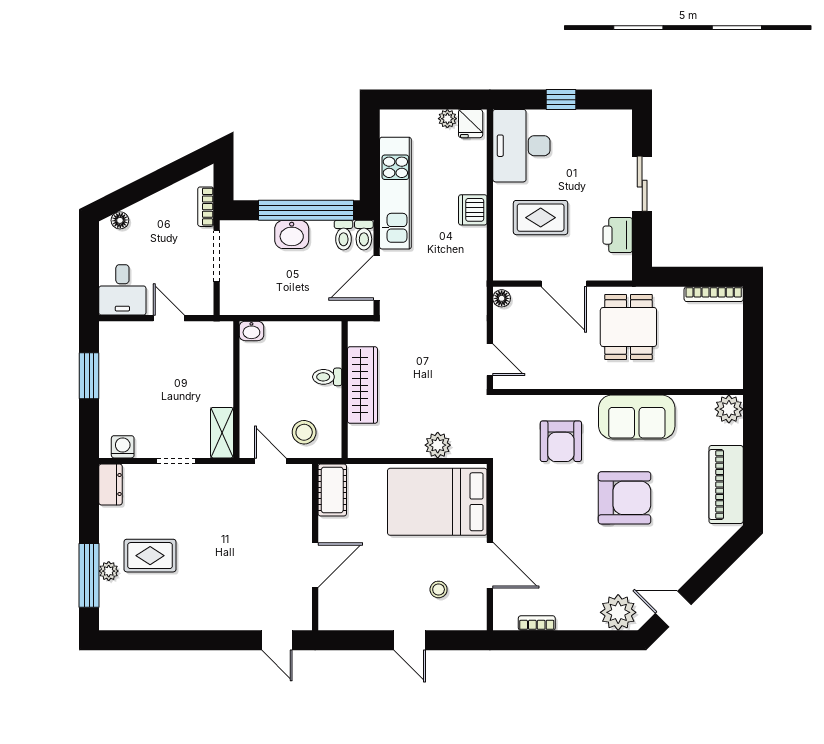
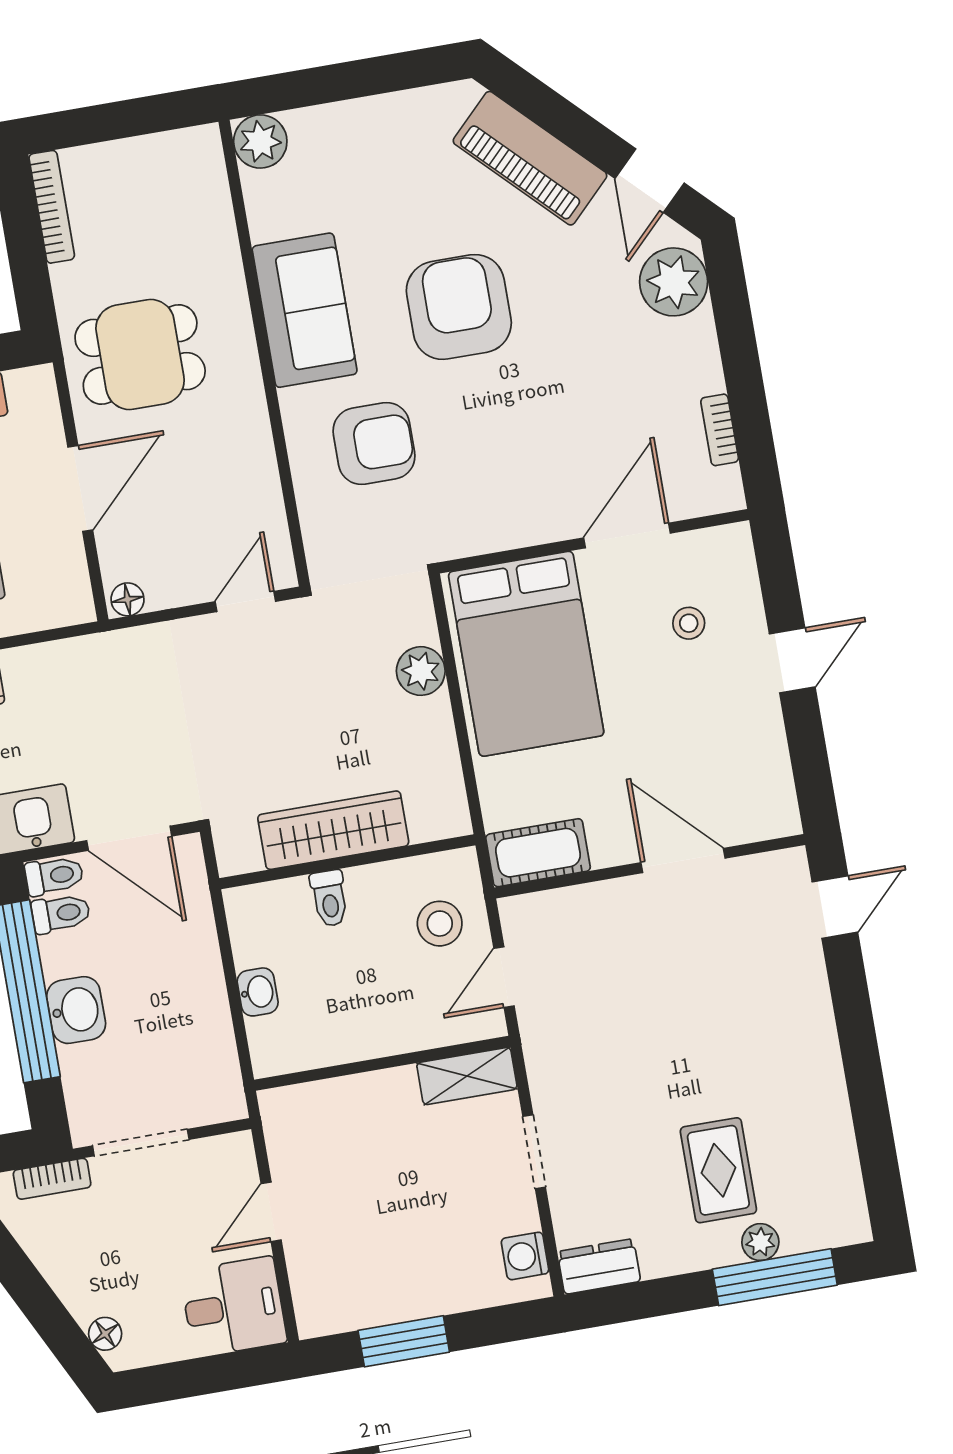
washbasin: (251, 331) -> (258, 992), moved
piano: (726, 485) -> (530, 158), moved, turned 45

